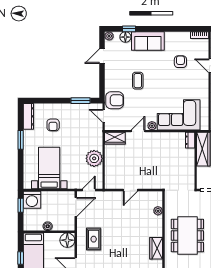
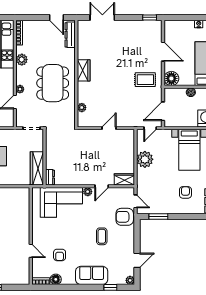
floor lamp: (125, 37) -> (56, 279), moved
rug: (94, 239) -> (145, 80), turned 90

